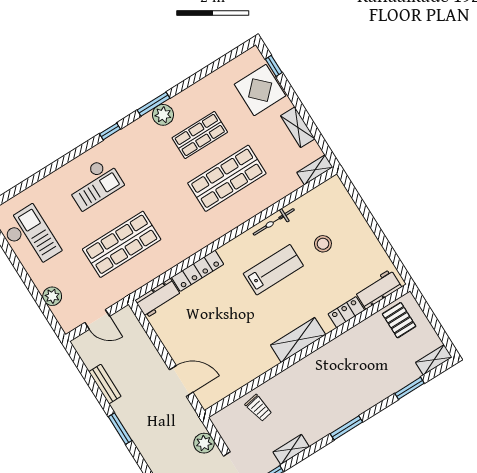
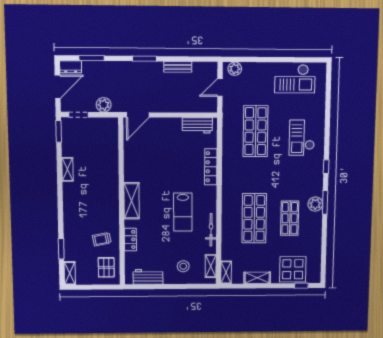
shelving: (319, 194) -> (211, 266), added
stool: (323, 244) -> (183, 266), moved
workbench: (378, 289) -> (148, 277), moved, turned -90
plant: (52, 296) -> (235, 69), moved
workbench: (158, 298) -> (197, 125), moved, turned -90
pallet: (399, 320) -> (106, 267), turned 90
door: (181, 381) -> (138, 115), moved
trolley: (259, 408) -> (102, 239), moved
window: (346, 428) -> (60, 197), removed
shelving: (291, 449) -> (67, 169), moved

